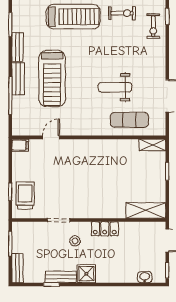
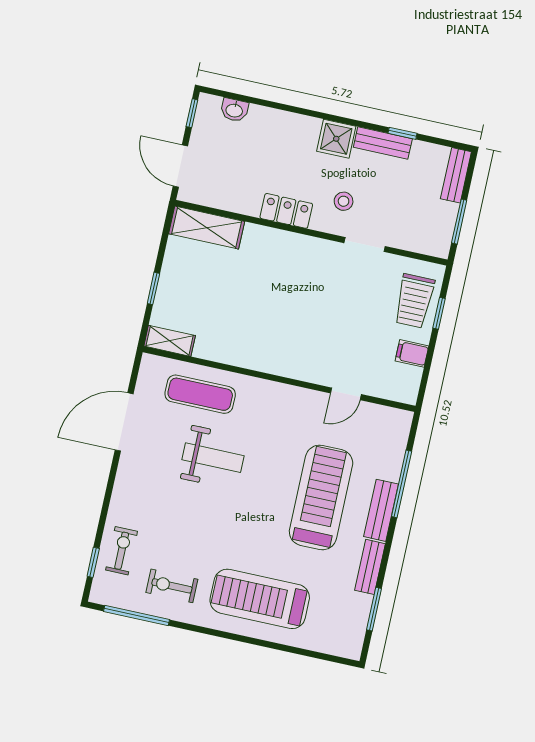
filing cabinet: (20, 145) -> (412, 353), moved

